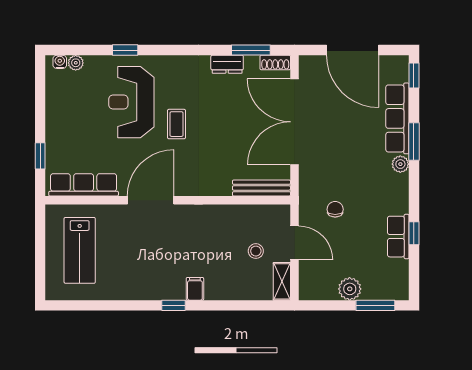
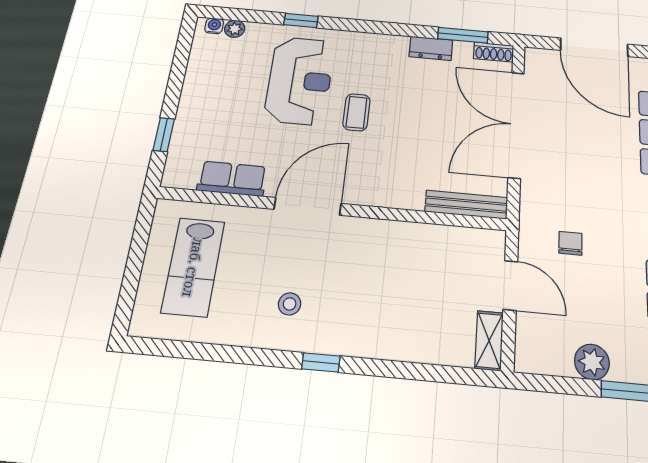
reception desk: (131, 102) -> (300, 80), turned 180
row of seats: (84, 185) -> (232, 179), width x0.68
stool: (256, 251) -> (290, 304), moved
filing cabinet: (195, 289) -> (357, 340), removed

